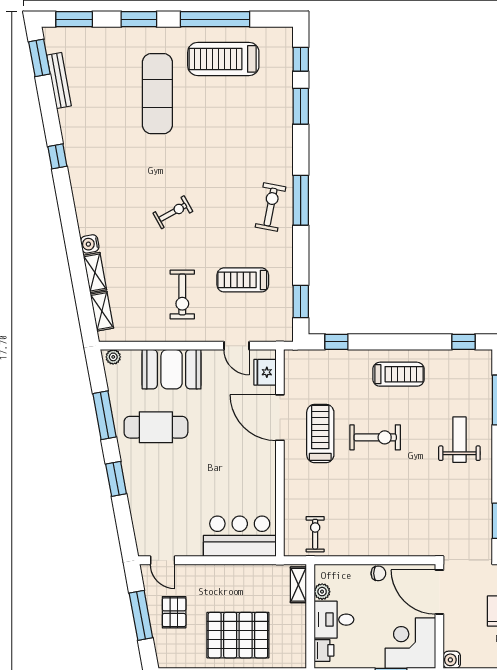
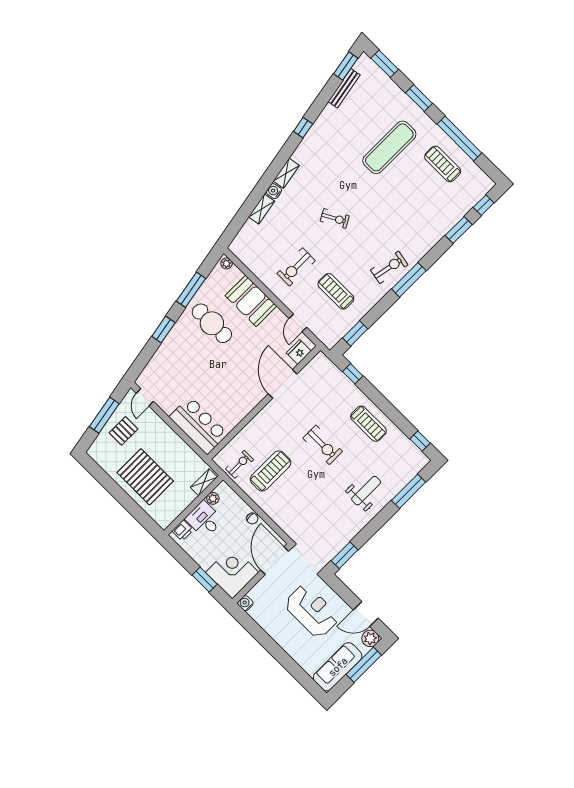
treadmill: (223, 59) -> (443, 164), width x0.73, depth x0.73
shelving: (102, 311) -> (286, 173), moved
treadmill: (320, 434) -> (271, 471), moved

